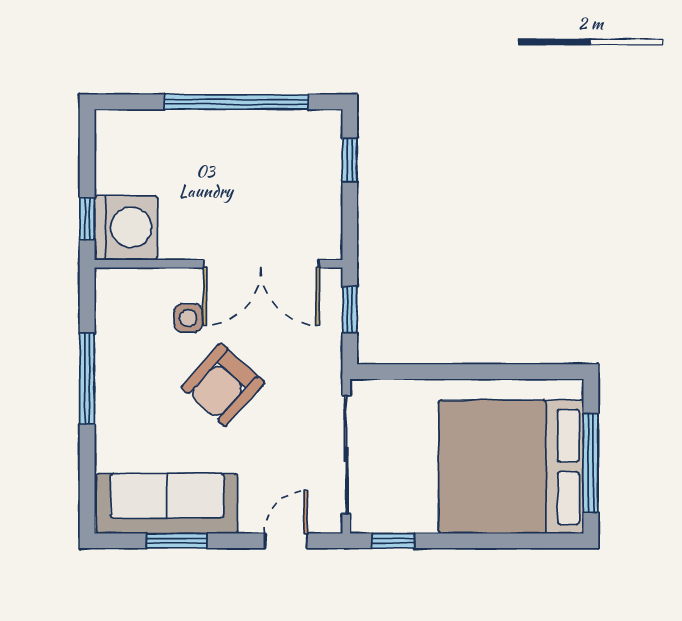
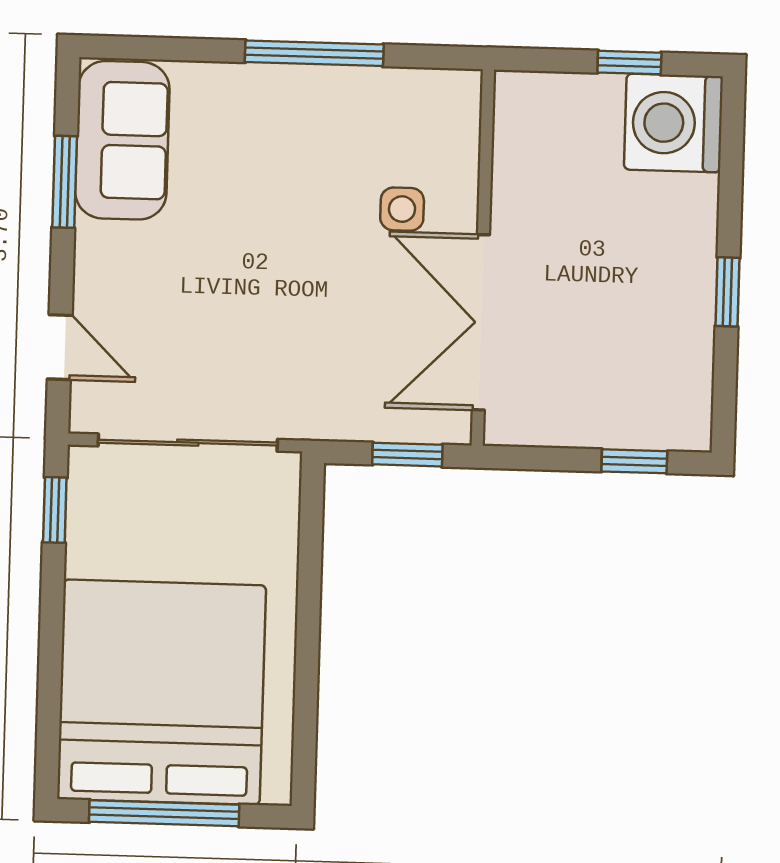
window: (236, 102) -> (727, 292), width x0.32
window: (87, 219) -> (629, 63), moved
washing machine: (126, 227) -> (673, 123), moved, turned 90
armchair: (223, 385) -> (299, 259), removed
sofa: (167, 504) -> (122, 140), width x0.73

